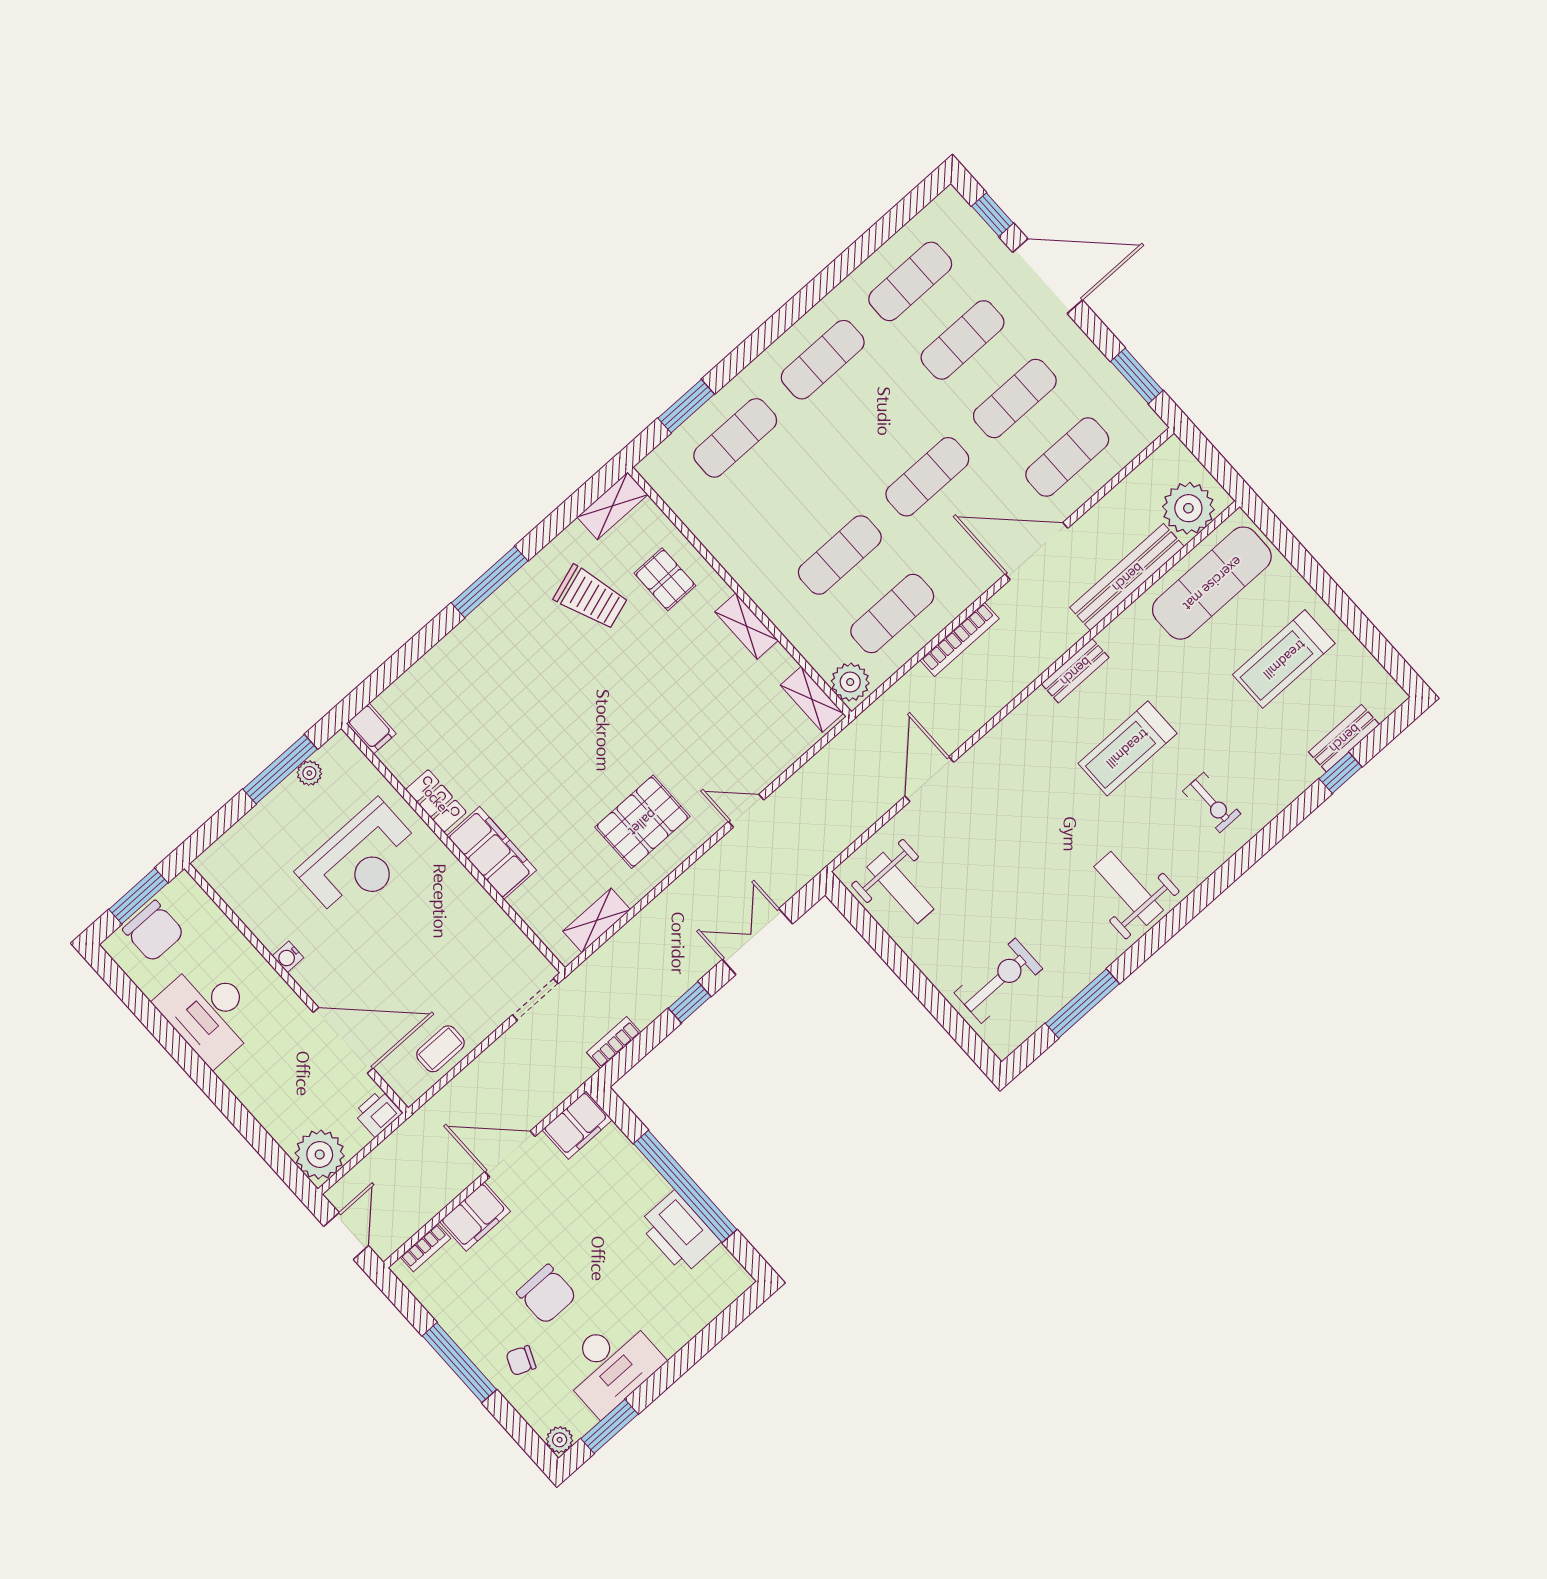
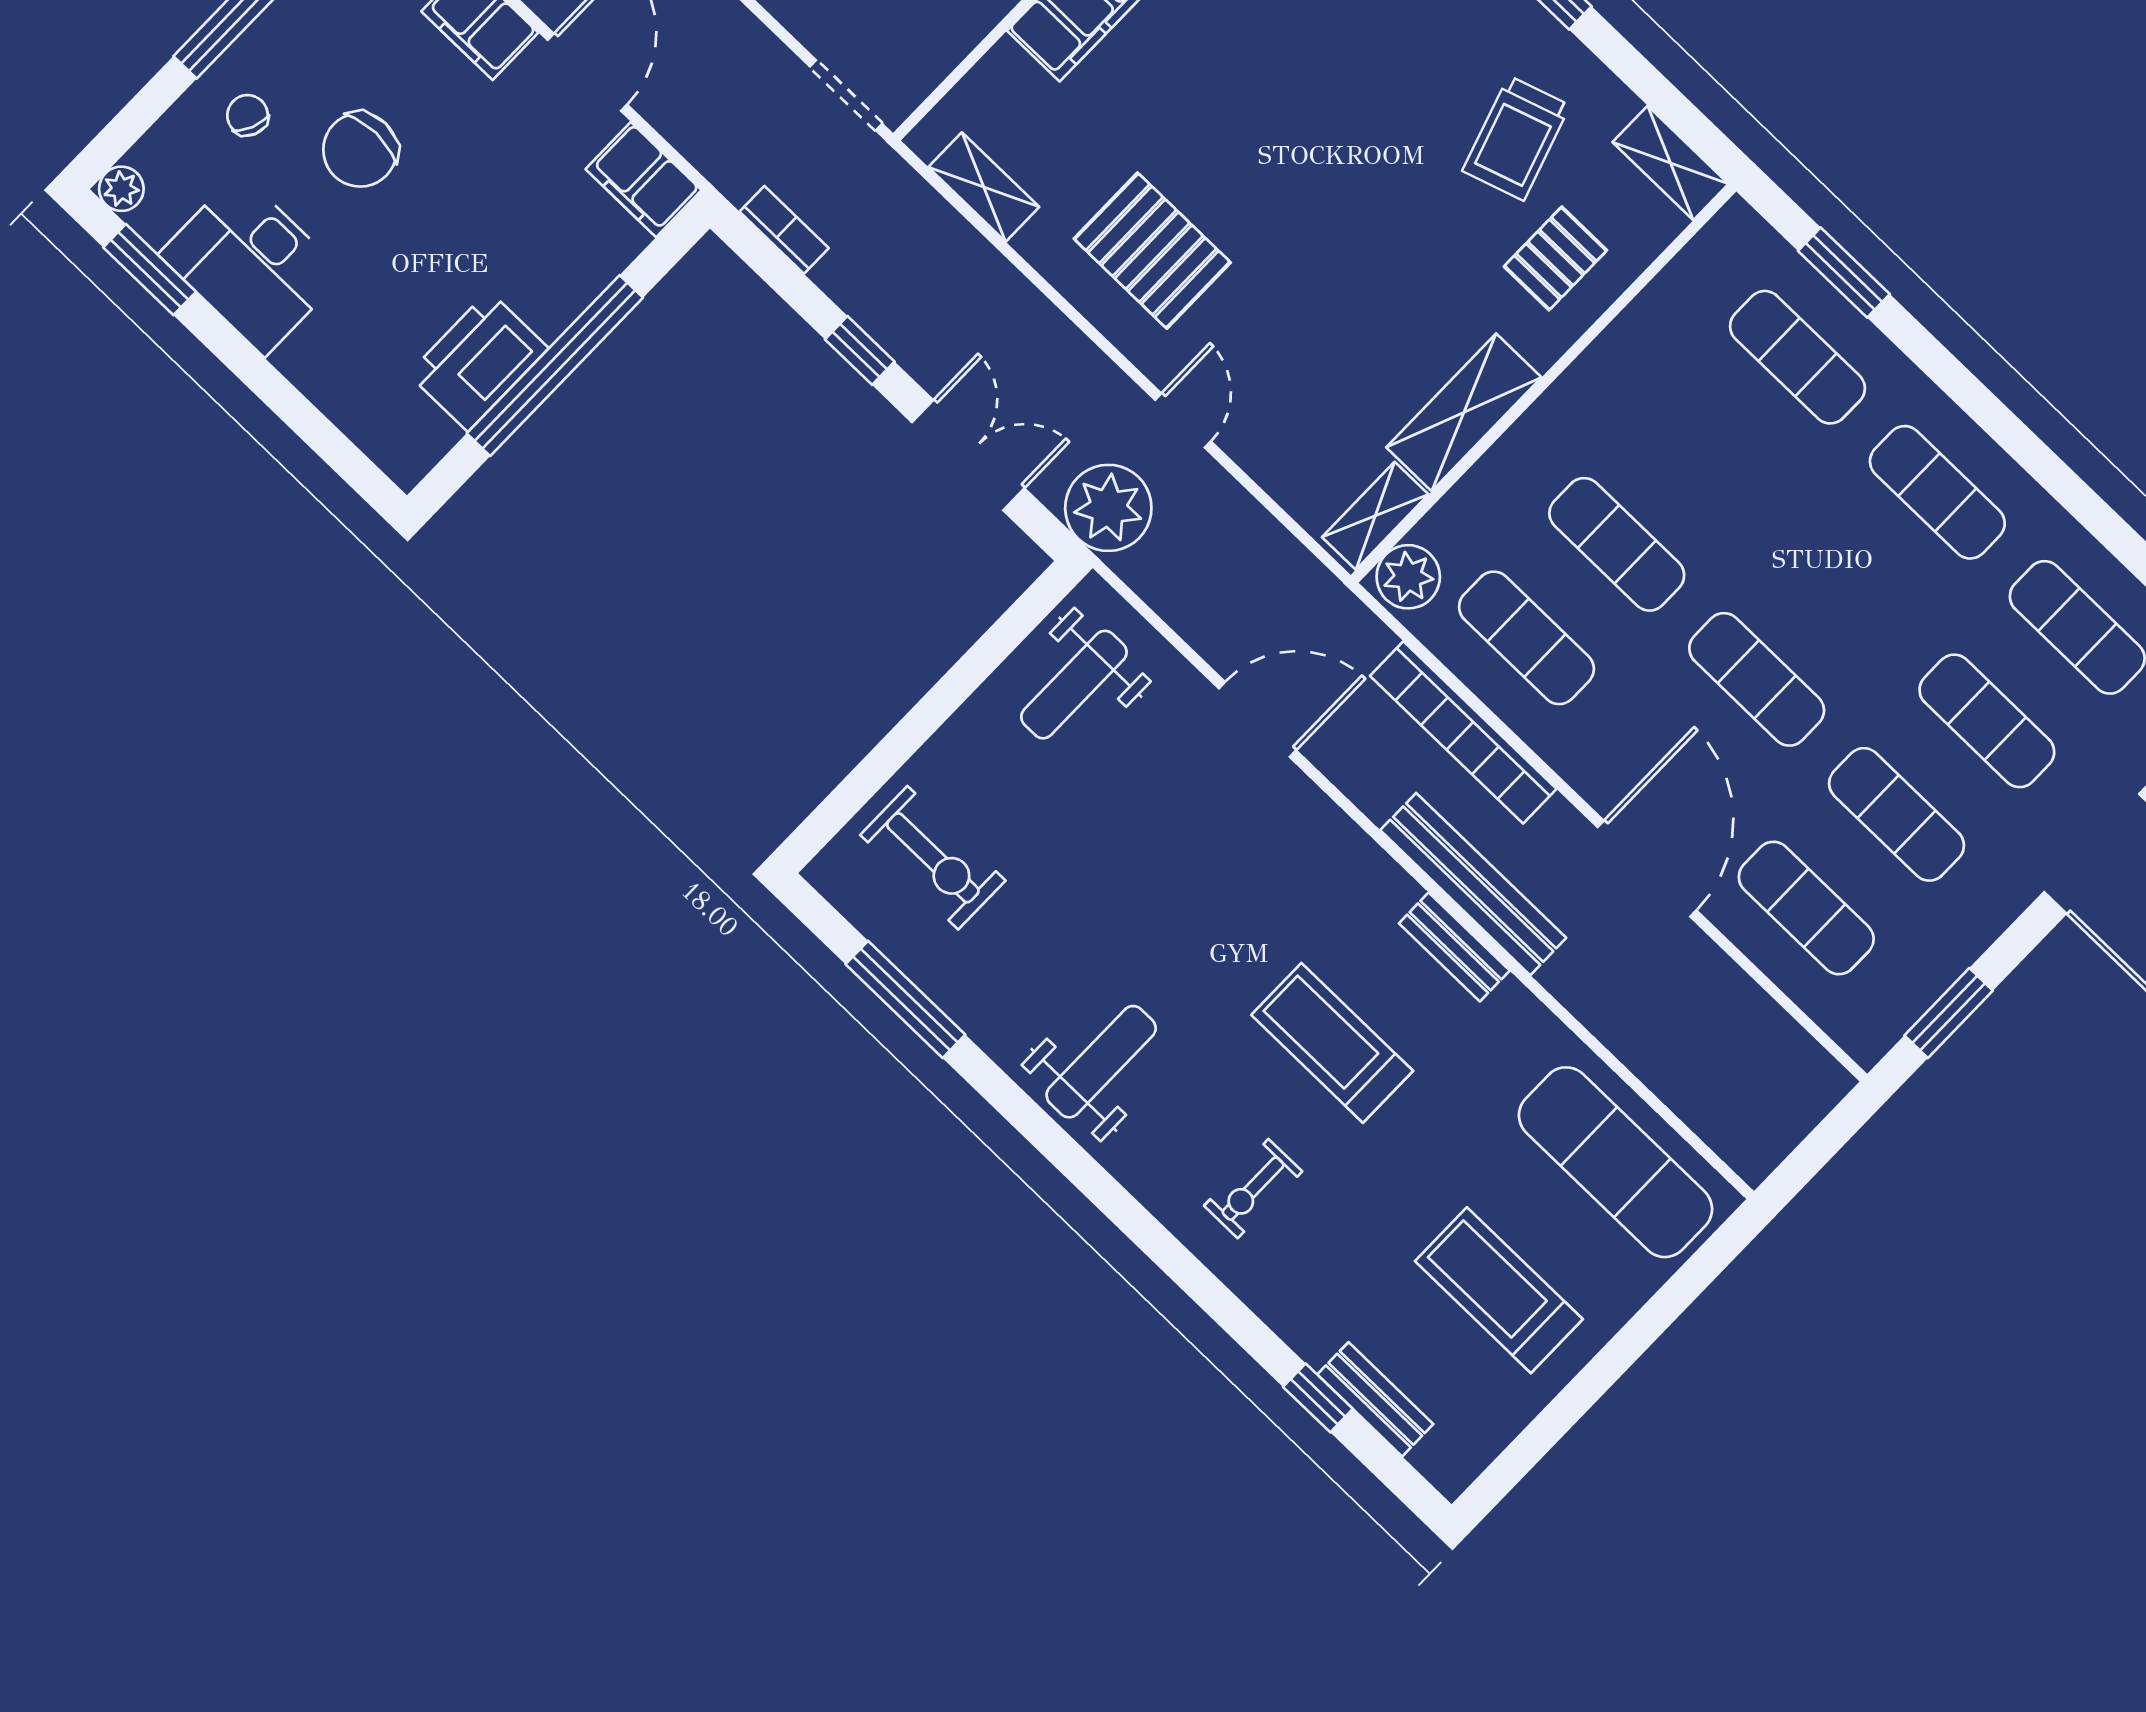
plant: (1188, 508) -> (1108, 508), moved
bench: (1127, 577) -> (1473, 884), moved
shelving: (746, 626) -> (1464, 412), width x1.50, depth x1.33
bookcase: (960, 639) -> (1463, 732), width x1.48, depth x1.31

